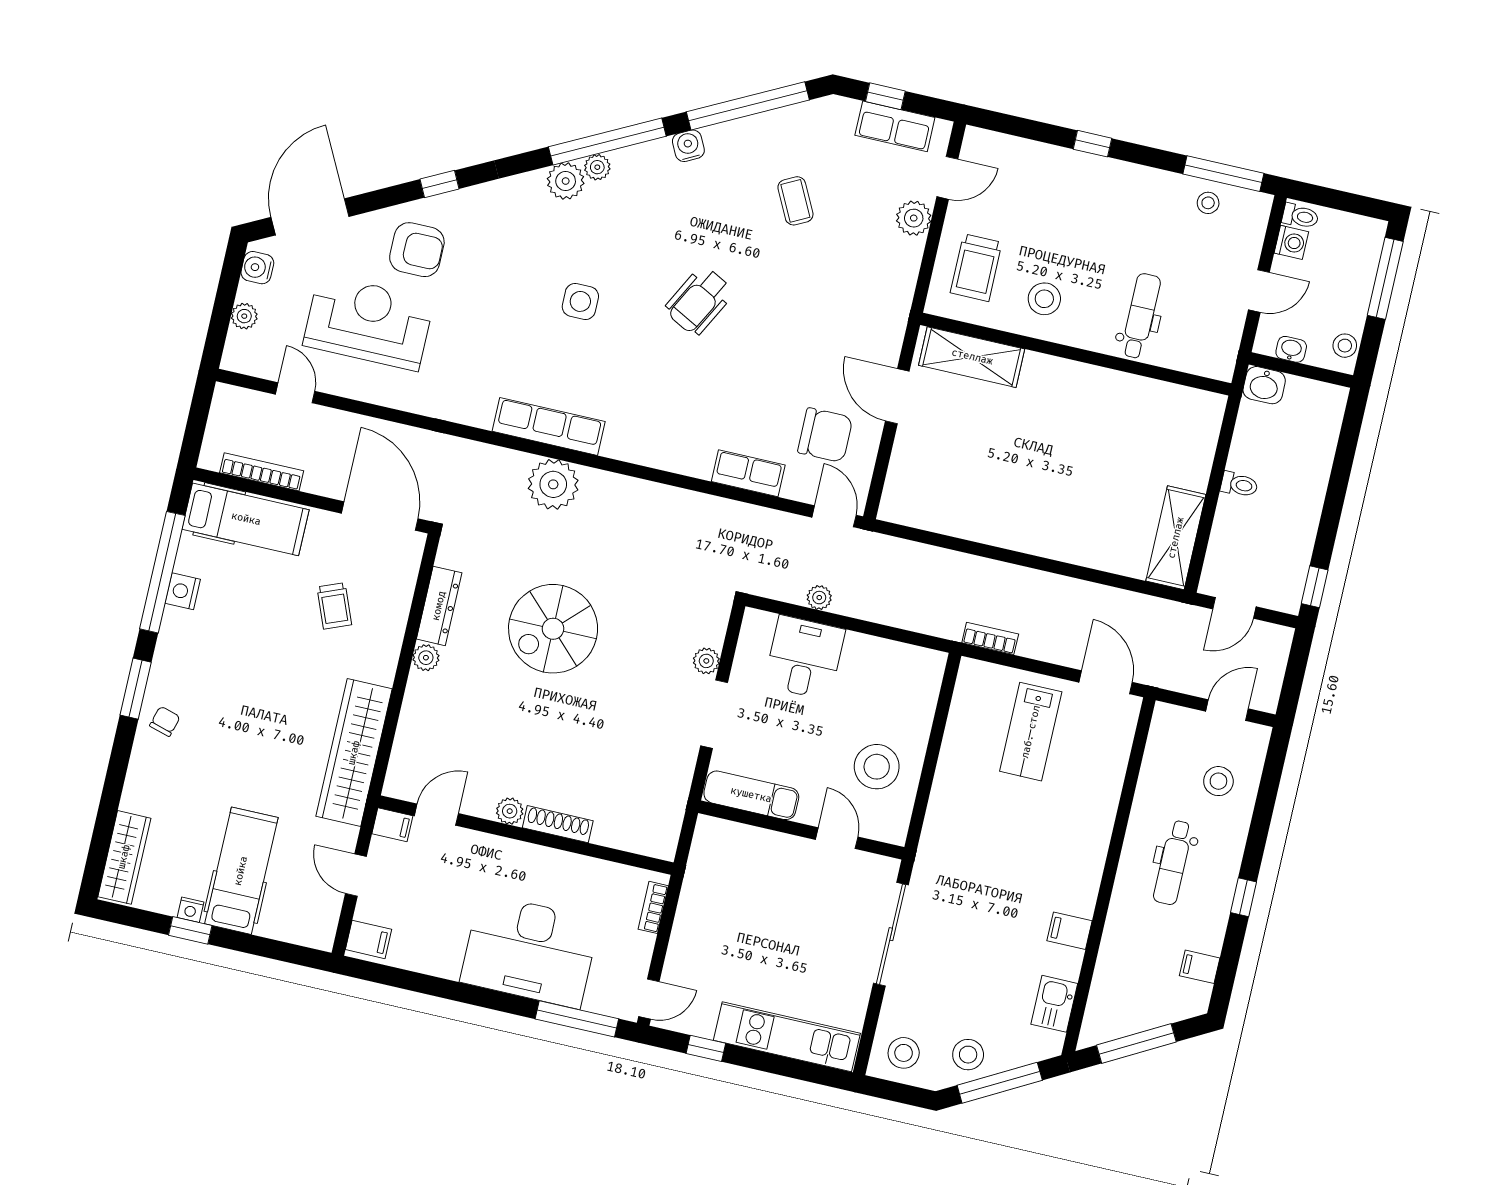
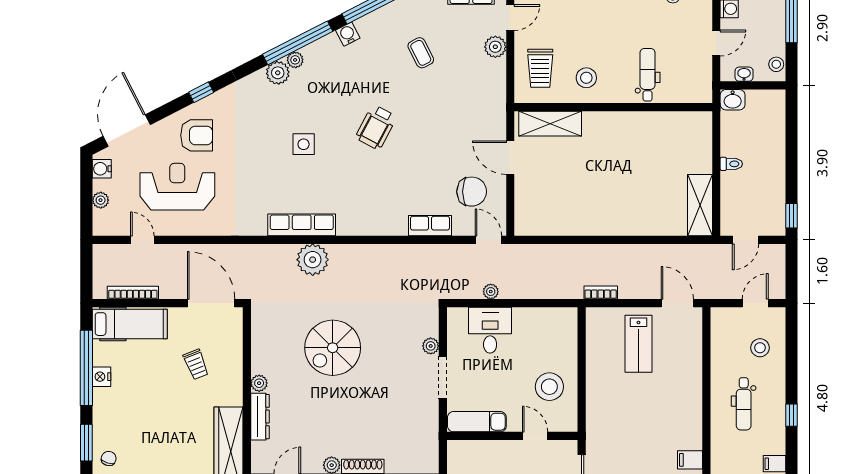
dresser: (439, 606) -> (260, 417), moved

